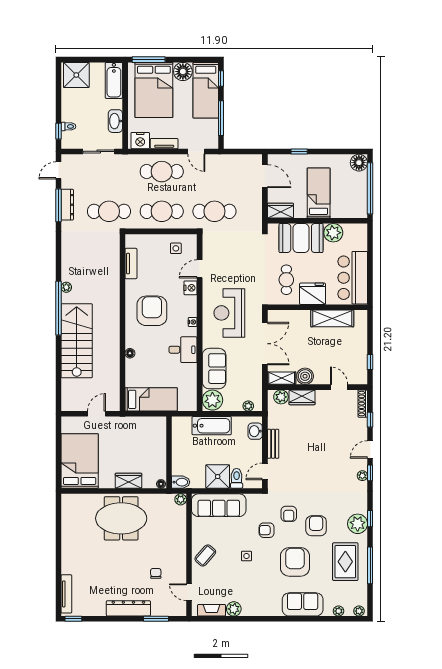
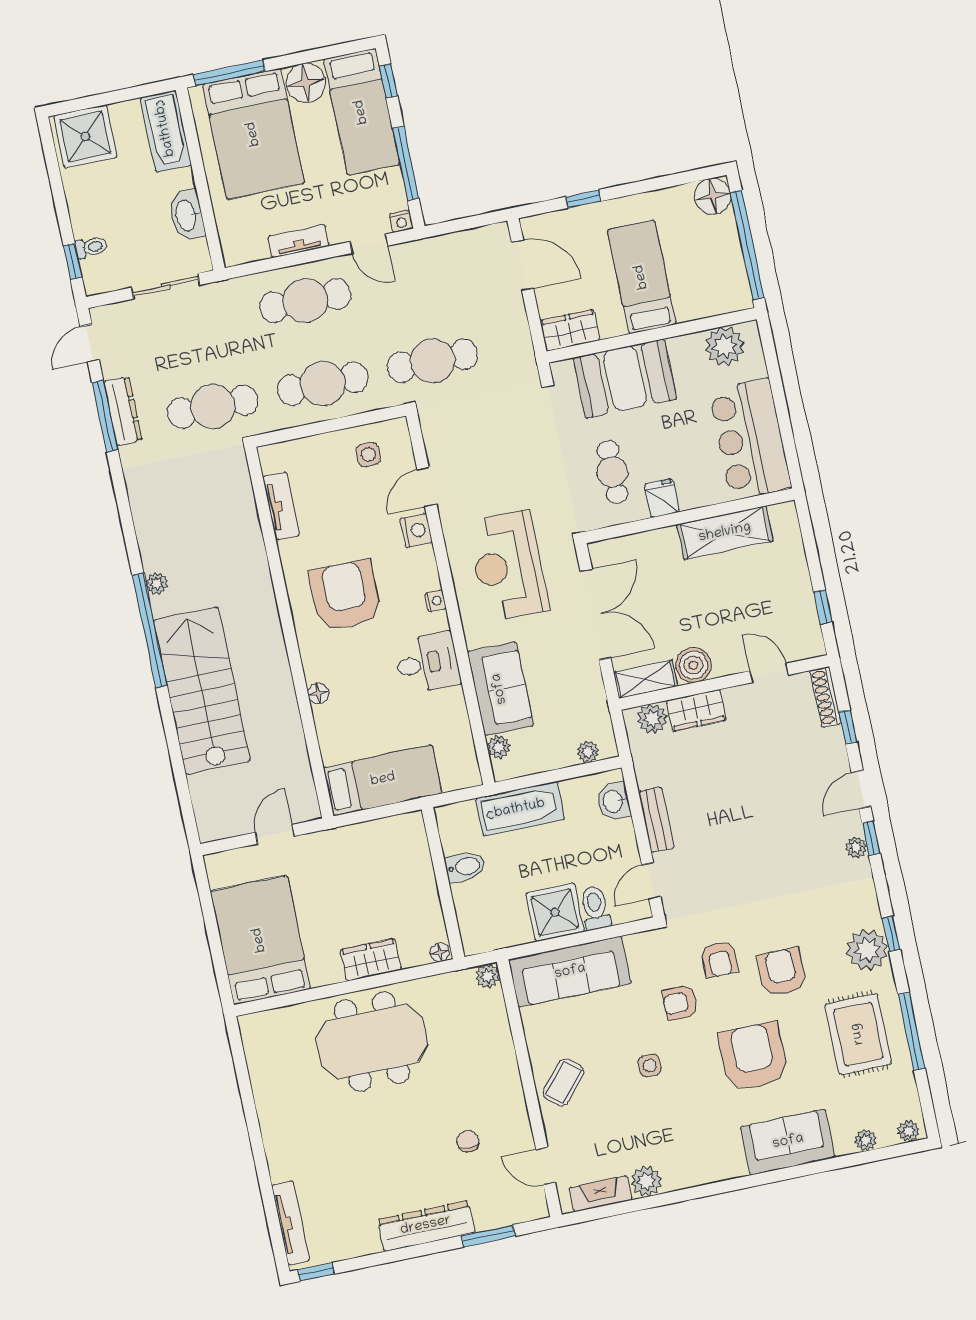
nightstand: (140, 141) -> (401, 221), moved, width x0.53, depth x0.56
plant: (333, 233) -> (725, 346), moved
fridge: (313, 294) -> (662, 498), width x0.53, depth x0.75
plant: (212, 400) -> (499, 747), width x0.53, depth x0.53
bidet: (181, 482) -> (465, 867), moved

